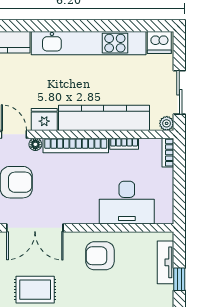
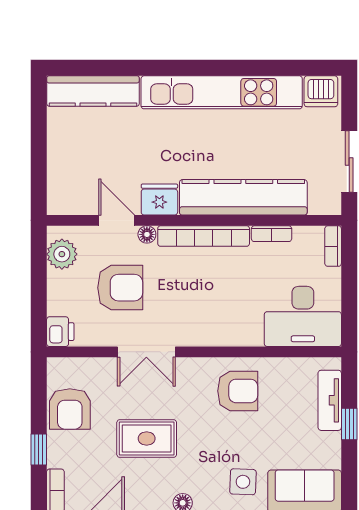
plant: (167, 123) -> (331, 205), removed
desk: (127, 203) -> (303, 316), moved
double door: (35, 228) -> (146, 352), width x0.73
armchair: (100, 256) -> (238, 391), turned 180

